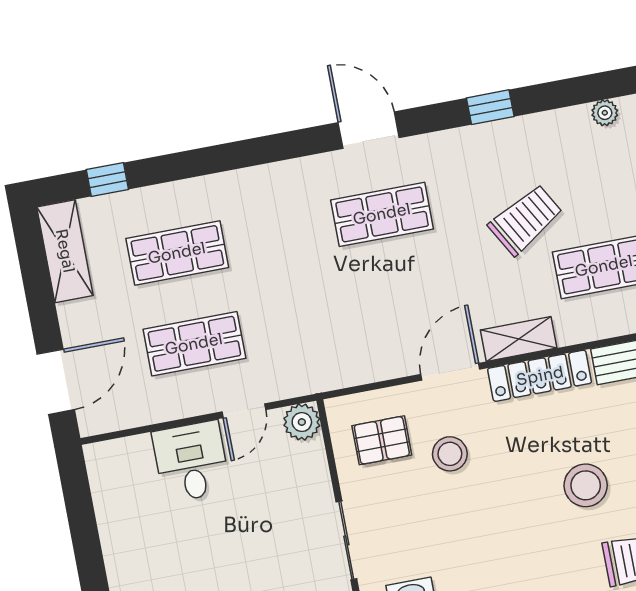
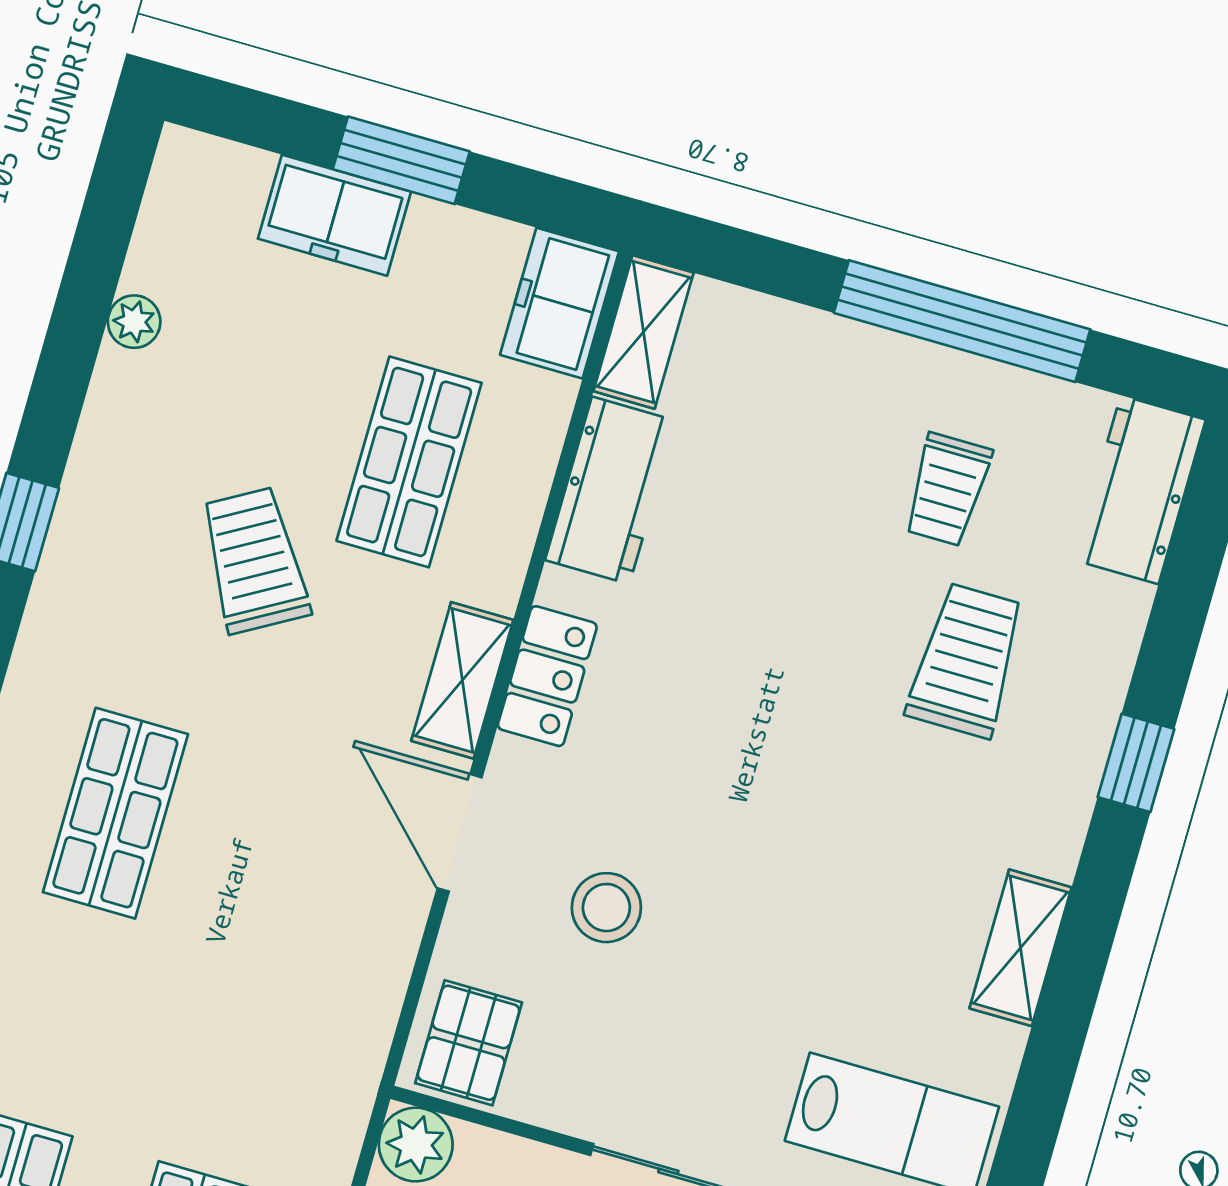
locker: (540, 376) -> (547, 676), width x0.66
pallet: (382, 440) -> (469, 1043), moved
stool: (586, 485) -> (786, 692), removed

